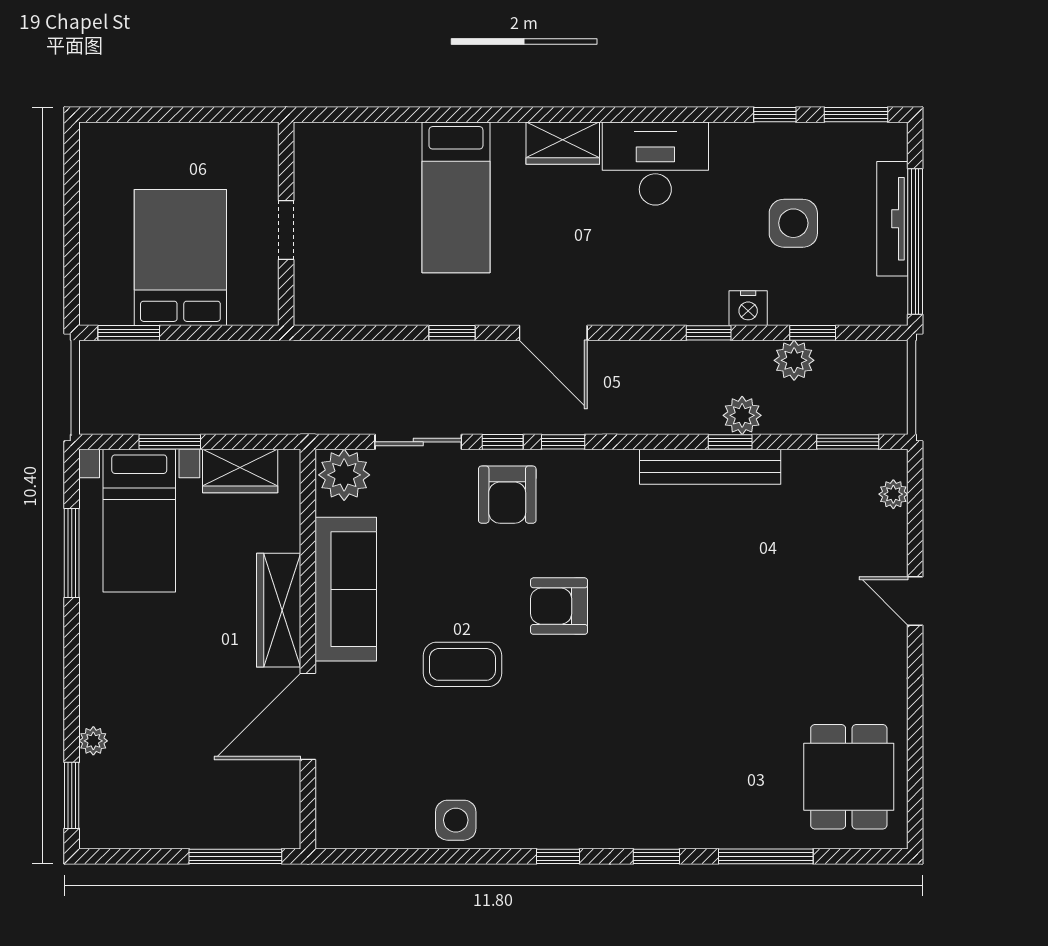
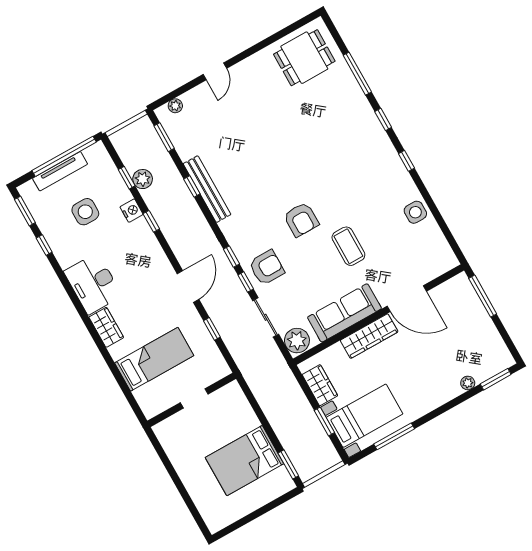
wall: (286, 224) -> (192, 400), moved
doorway: (286, 230) -> (194, 398), moved
plant: (742, 415) -> (178, 188), removed

